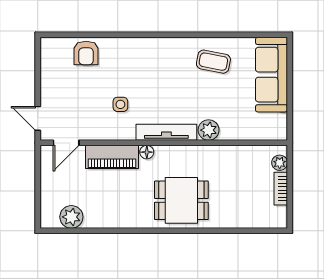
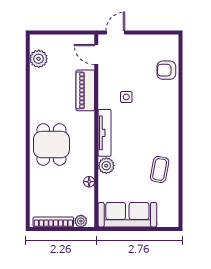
sofa: (271, 75) -> (127, 215), moved
floor lamp: (147, 152) -> (89, 182), moved
bookcase: (281, 189) -> (53, 222), width x1.56

